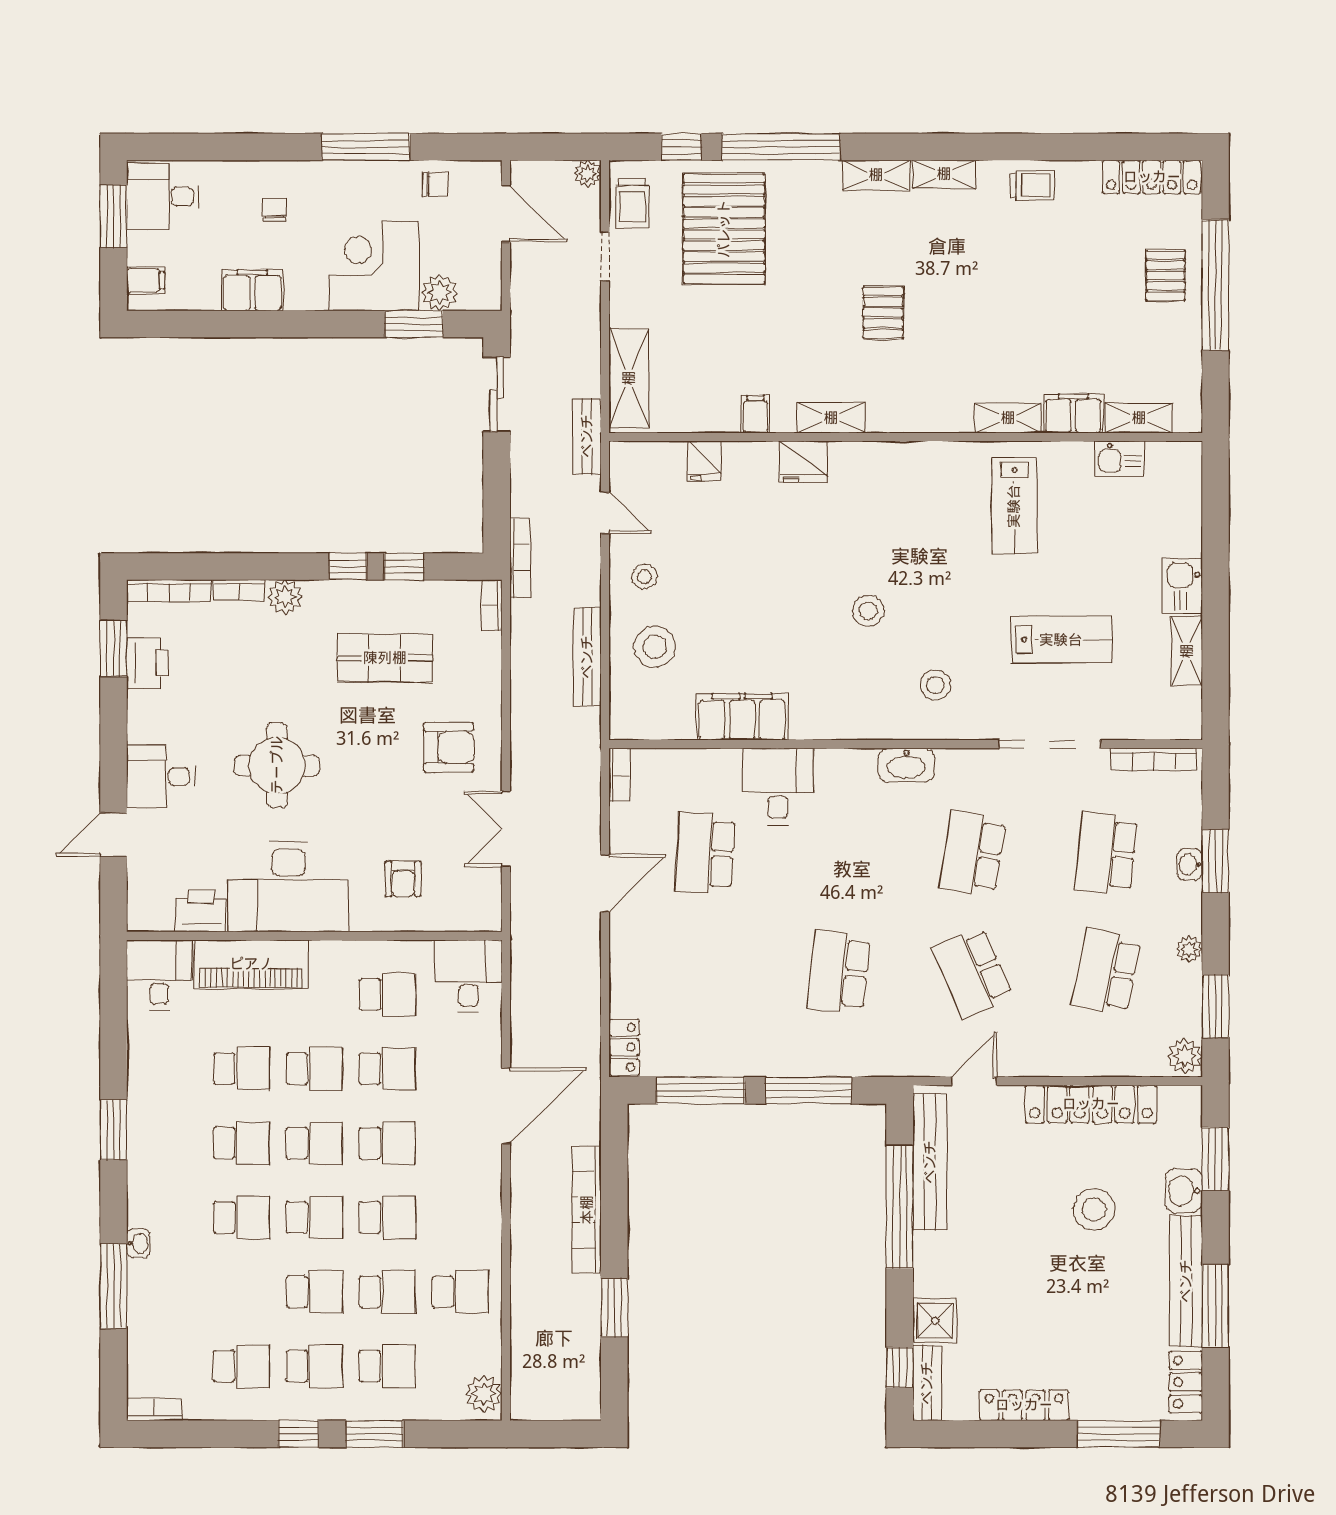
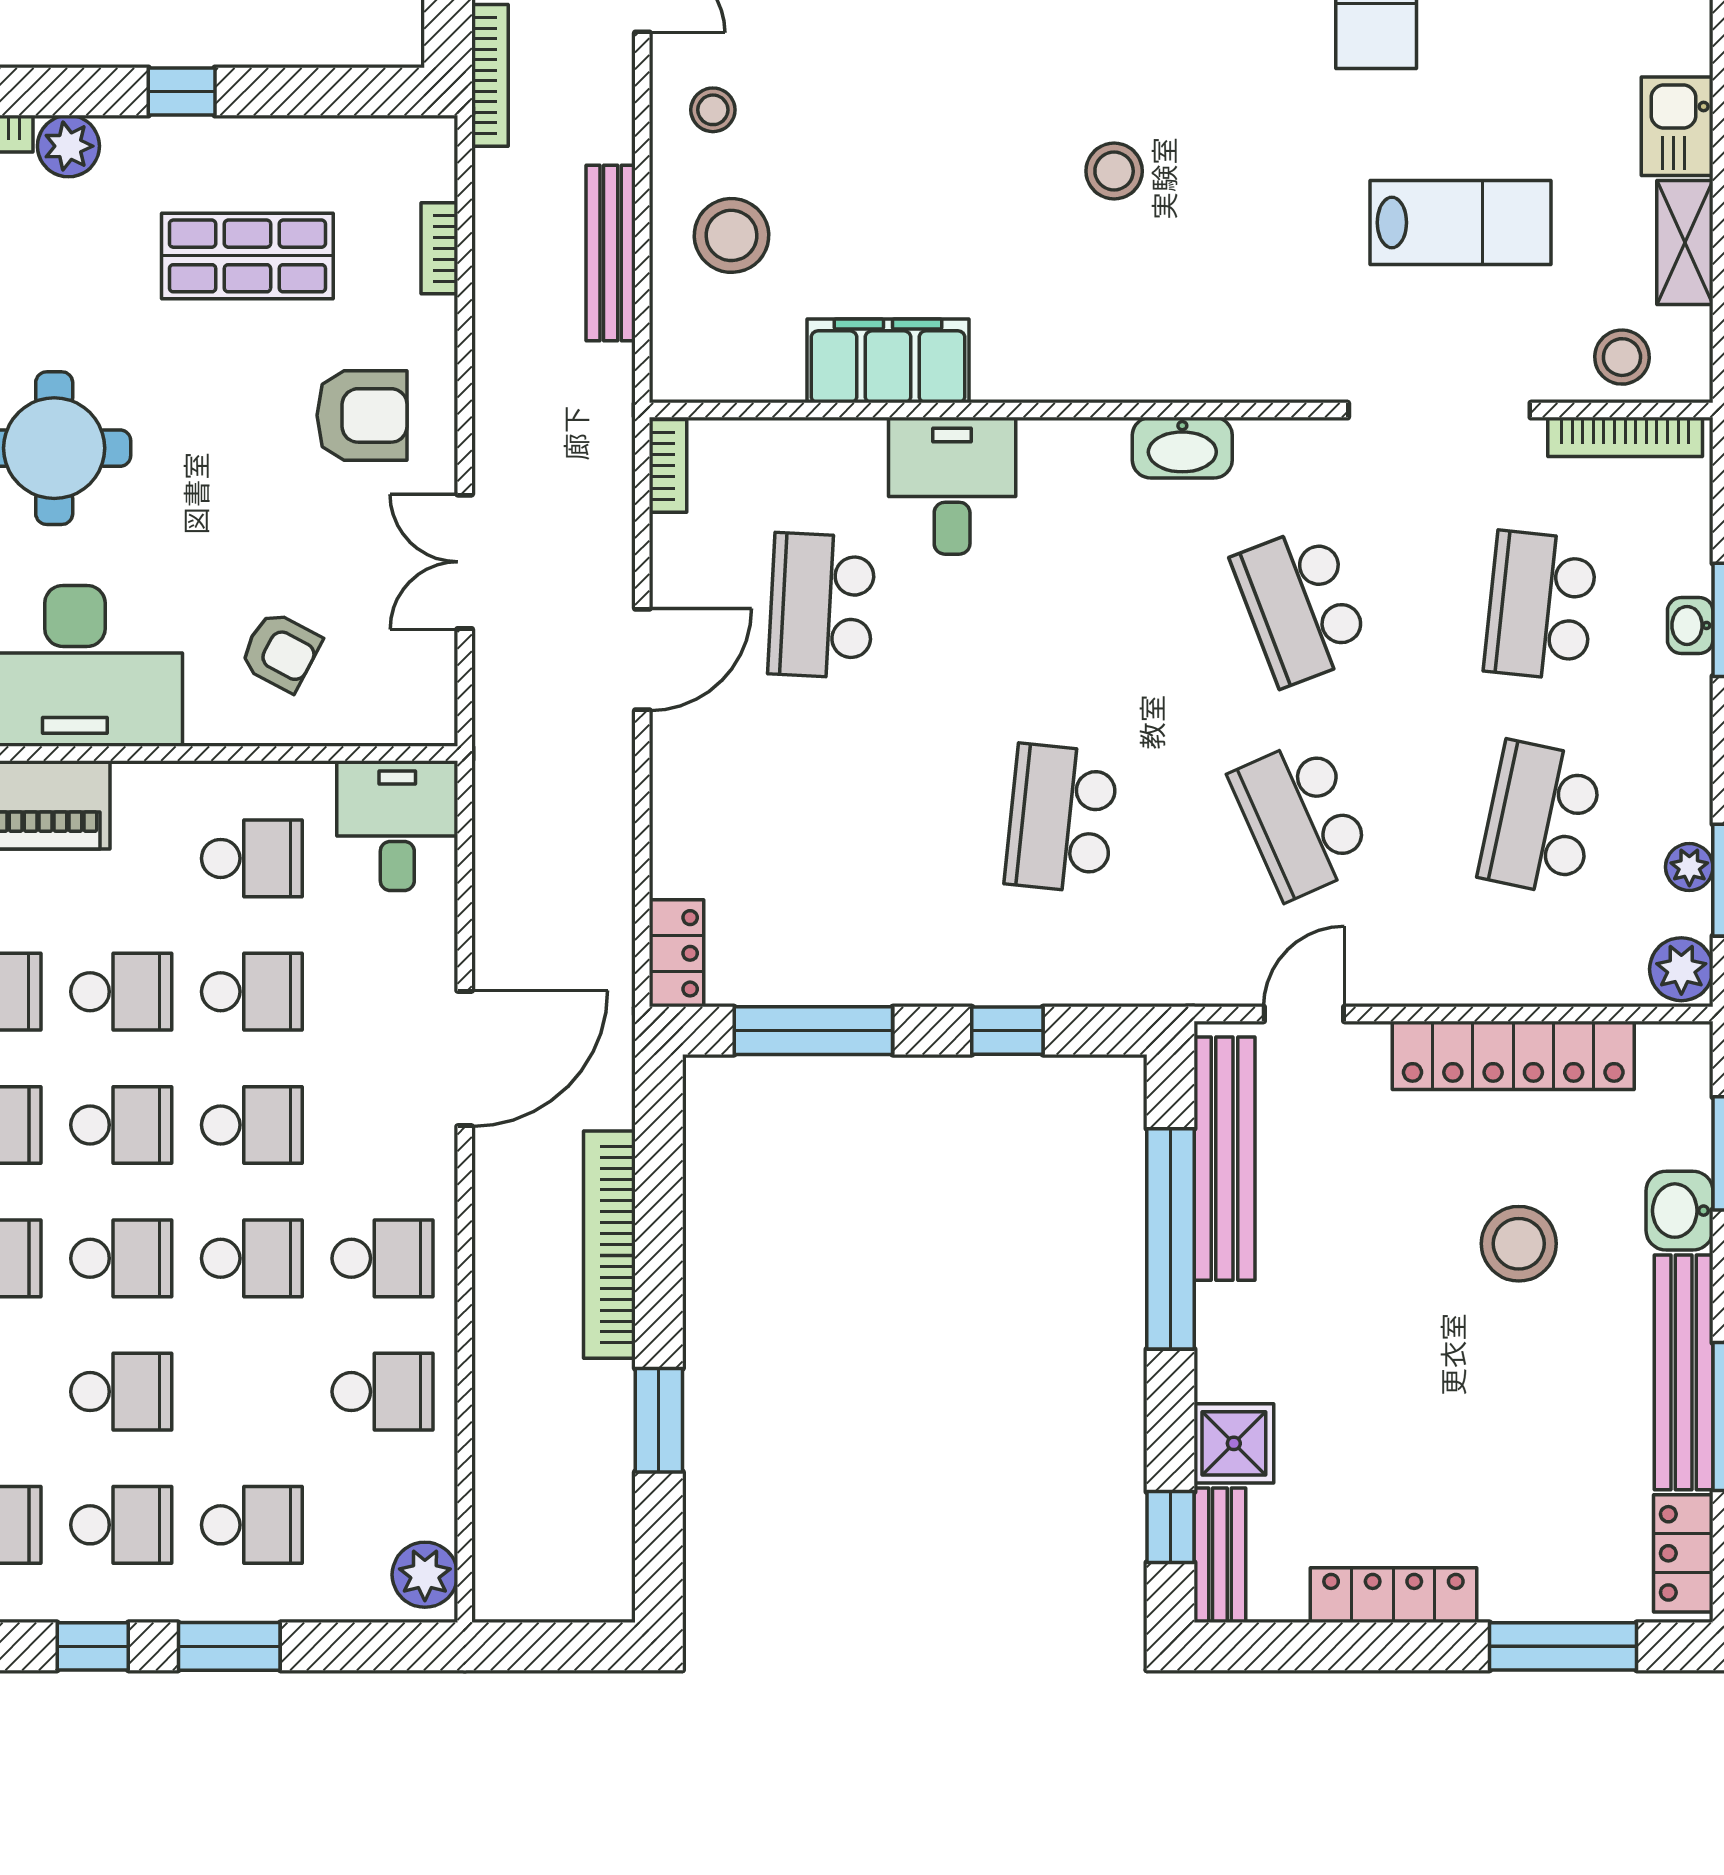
window: (404, 566) -> (282, 92), removed
bookcase: (492, 605) -> (439, 248), moved
stool: (935, 685) -> (1622, 357), moved
school desk: (972, 853) -> (1301, 606), turned -30
armchair: (403, 879) -> (281, 651), turned -62
plant: (1189, 949) -> (1689, 867), moved
window: (809, 1090) -> (1007, 1031), width x0.46
school desk: (387, 1292) -> (383, 1258), moved

